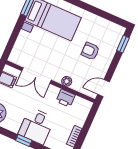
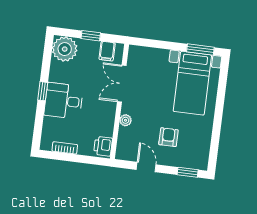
door: (104, 88) -> (146, 167), moved
printer: (66, 98) -> (103, 146), moved

